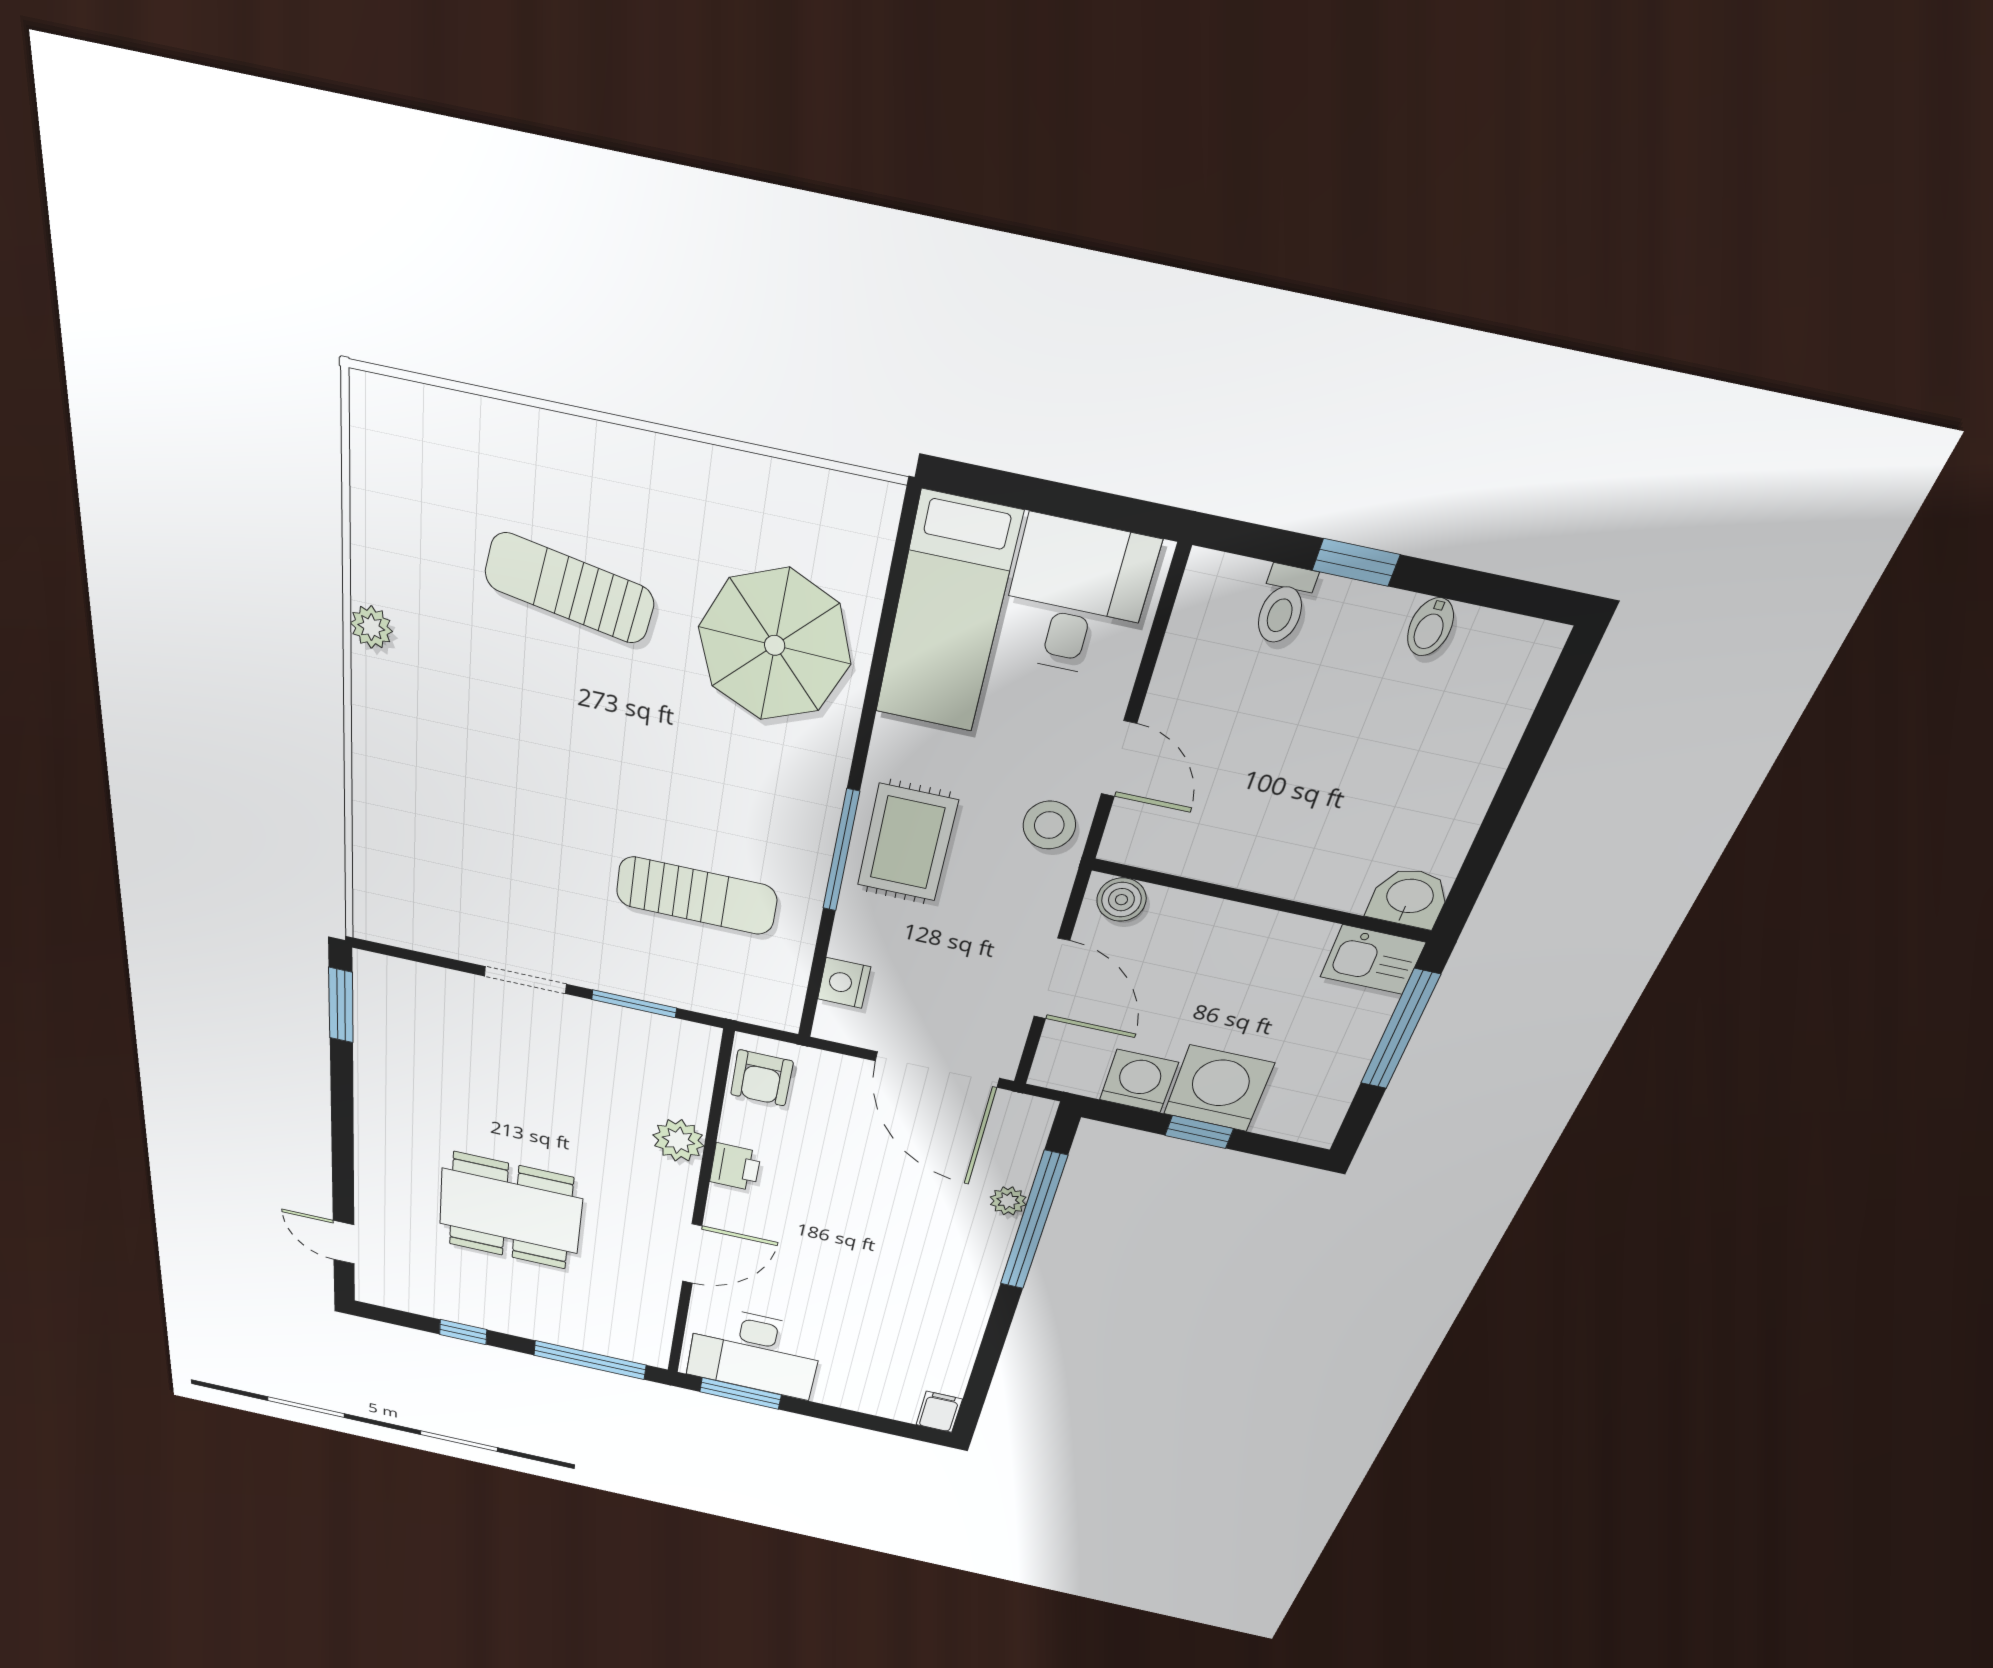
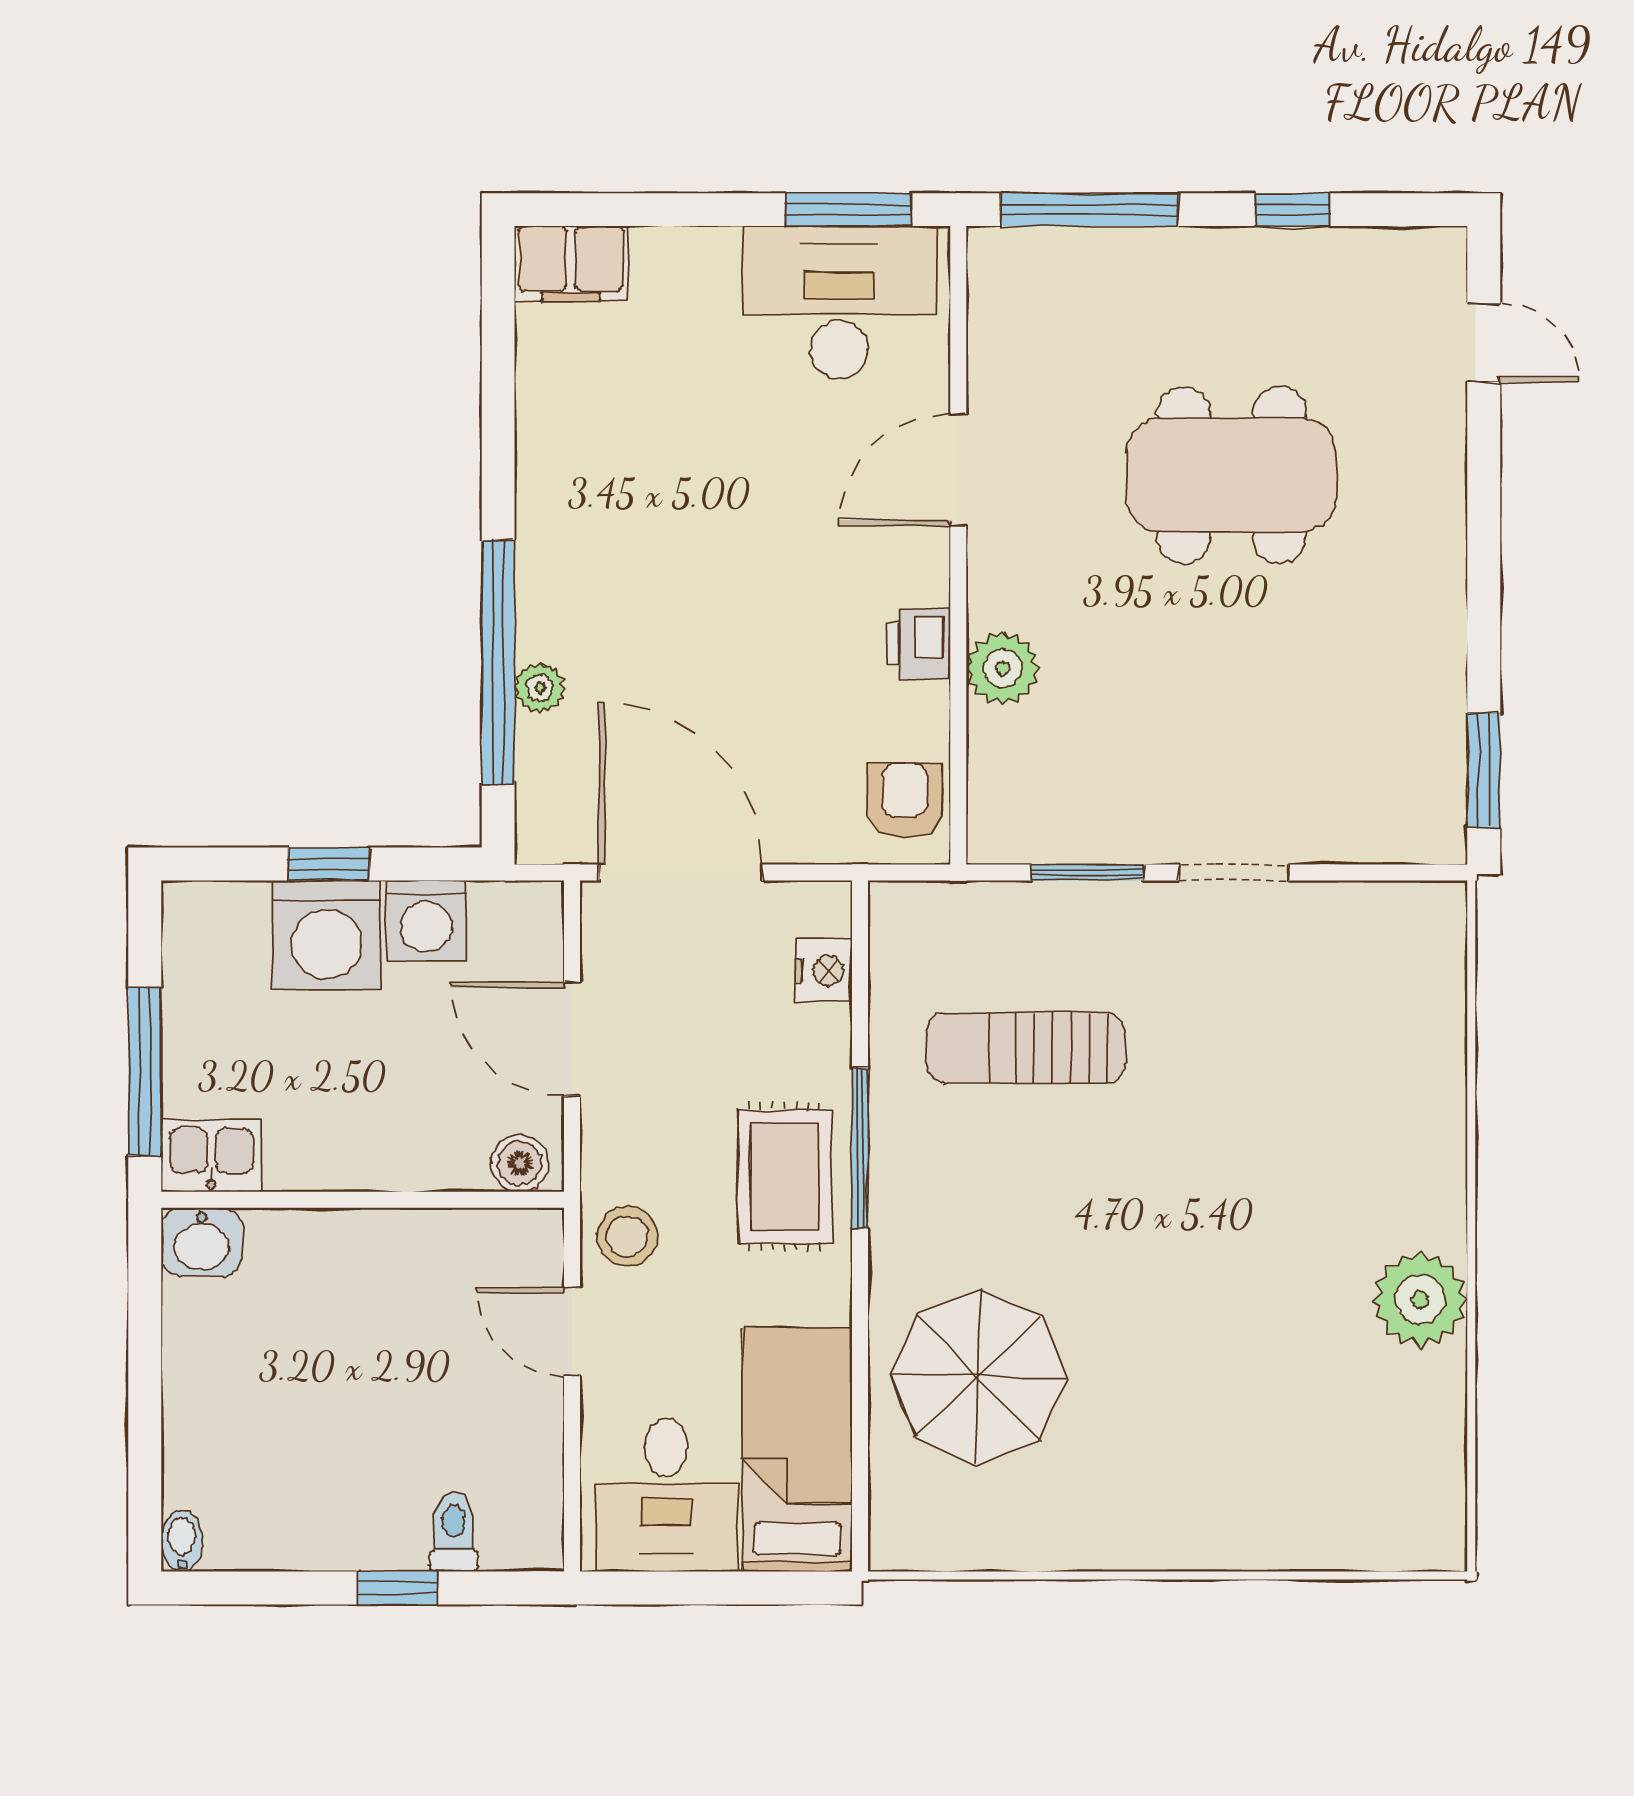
sun lounger: (569, 588) -> (1215, 1391), removed
plant: (371, 627) -> (1420, 1299), width x1.88, depth x1.88
bidet: (1430, 627) -> (182, 1541), moved
filing cabinet: (939, 1412) -> (571, 264), width x2.00

